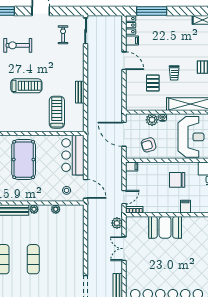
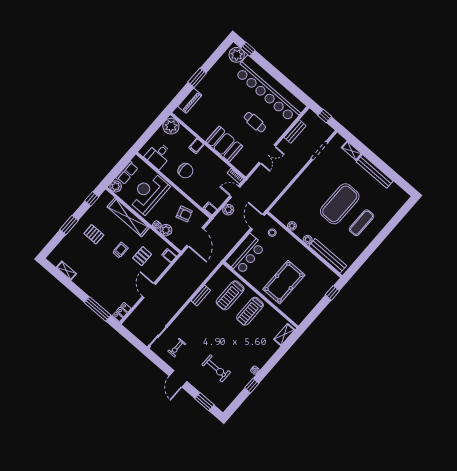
filing cabinet: (132, 40) -> (169, 256), moved
treadmill: (26, 86) -> (250, 311), moved, turned -90
plant: (117, 223) -> (228, 210), moved
exercise mat: (33, 259) -> (340, 204), width x2.00, depth x1.45
cafe table: (156, 265) -> (255, 122), added

